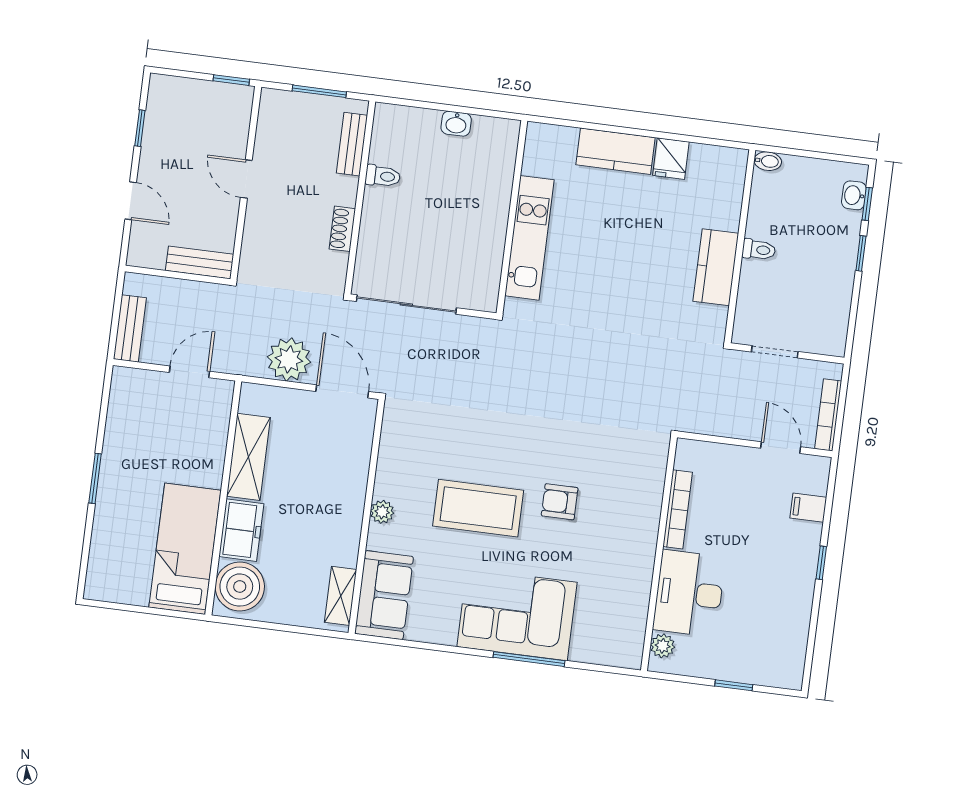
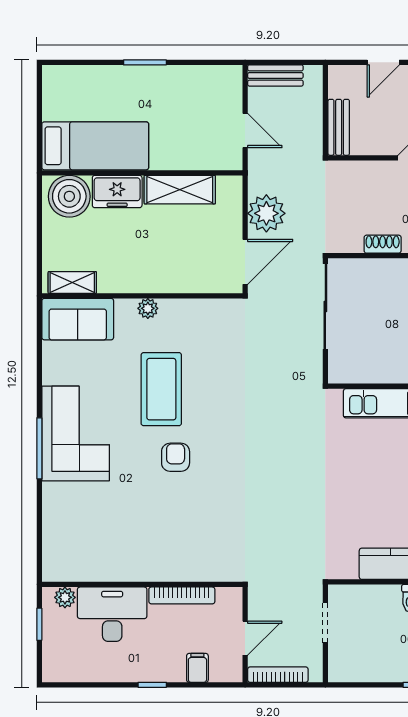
bookcase: (678, 509) -> (182, 595), moved
wall: (659, 554) -> (142, 584), moved
desk: (689, 593) -> (112, 614), moved
plant: (663, 646) -> (65, 597), moved

